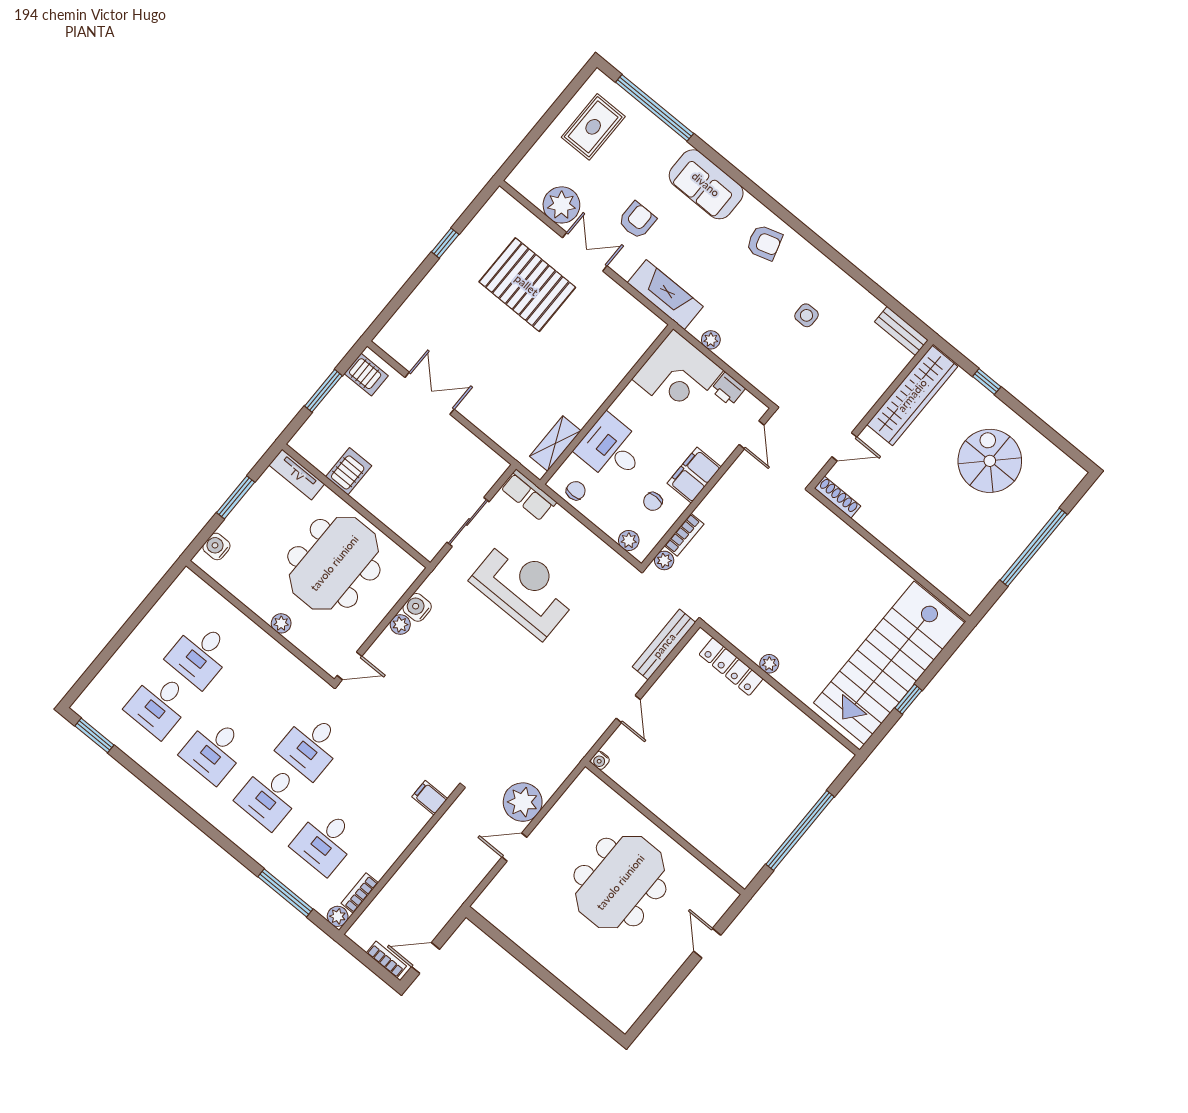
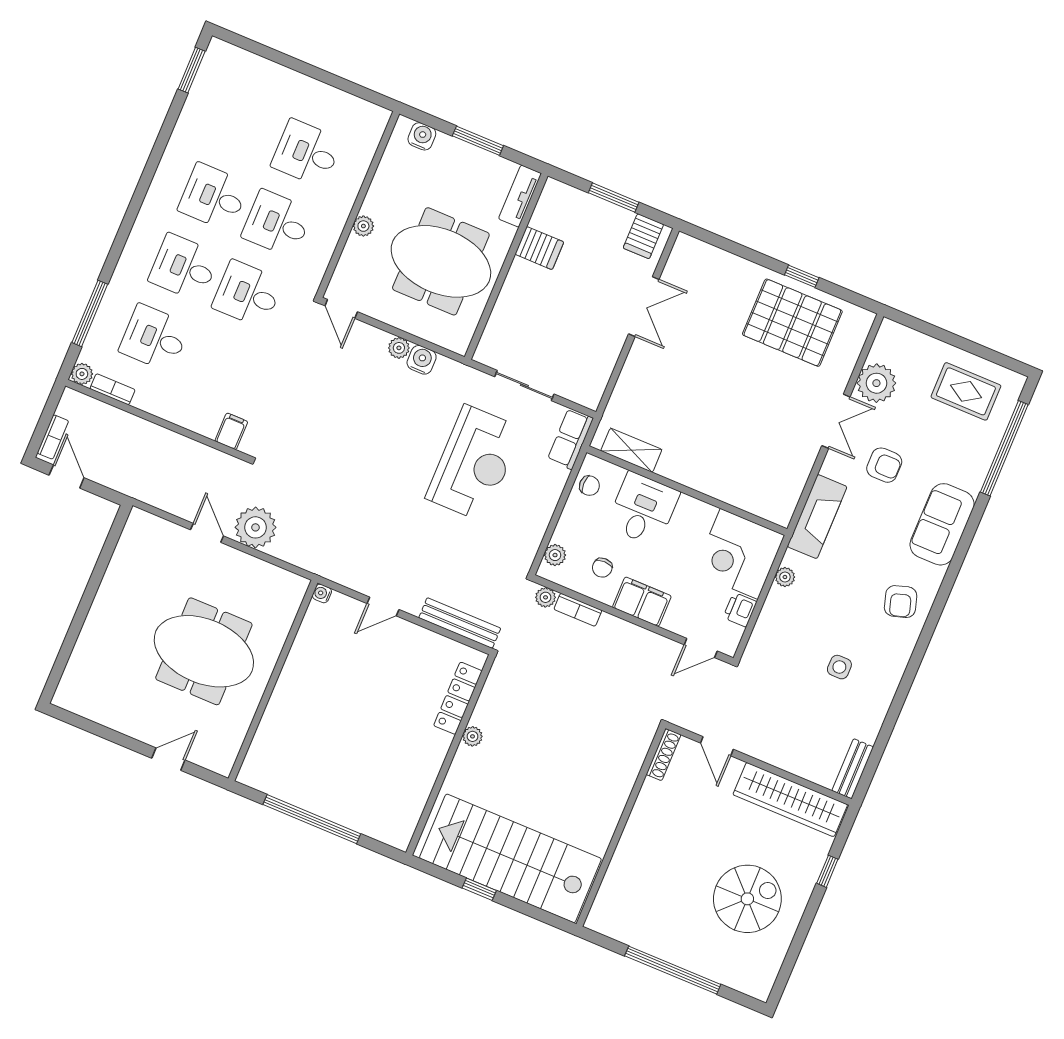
pallet: (527, 285) -> (792, 323), moved, turned 90
chair: (653, 501) -> (602, 568), turned -90
desk: (159, 705) -> (277, 223), moved

